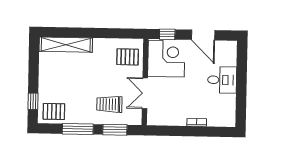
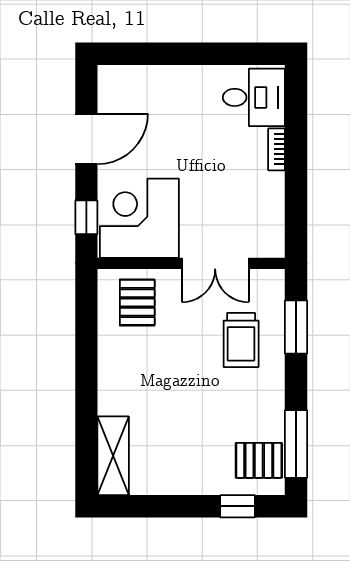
shelving: (66, 45) -> (113, 456), width x0.68
desk: (222, 80) -> (254, 97), moved, turned 90
pallet: (54, 111) -> (259, 460), turned 90
window: (78, 129) -> (296, 444), moved

